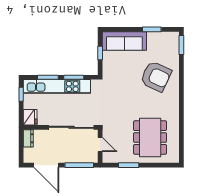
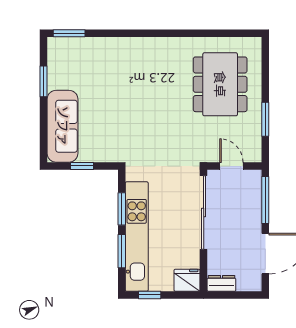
armchair: (156, 76) -> (120, 75), removed
dining table: (150, 138) -> (220, 84), turned 90
door: (100, 144) -> (231, 166), hinge flipped

